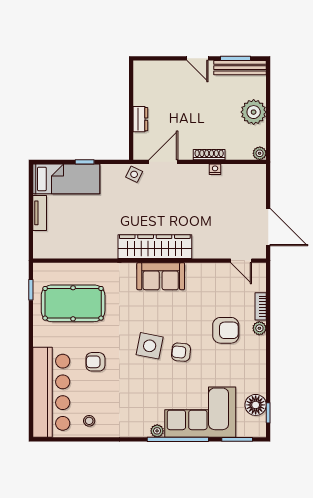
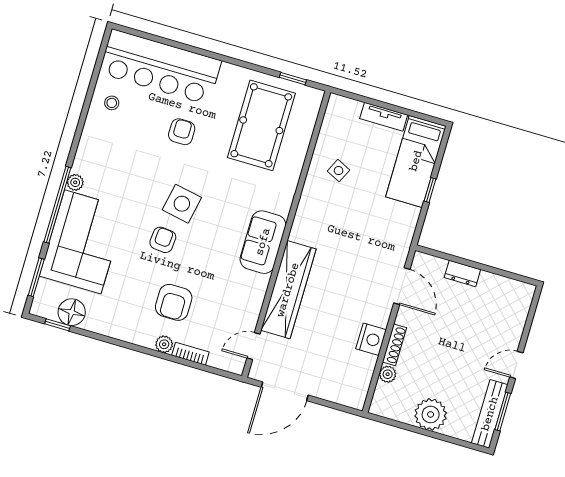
plant: (260, 153) -> (388, 374), moved
nightstand: (215, 169) -> (371, 339), width x1.89, depth x1.79
side table: (134, 174) -> (339, 171), moved
wardrobe: (155, 247) -> (288, 290), moved

